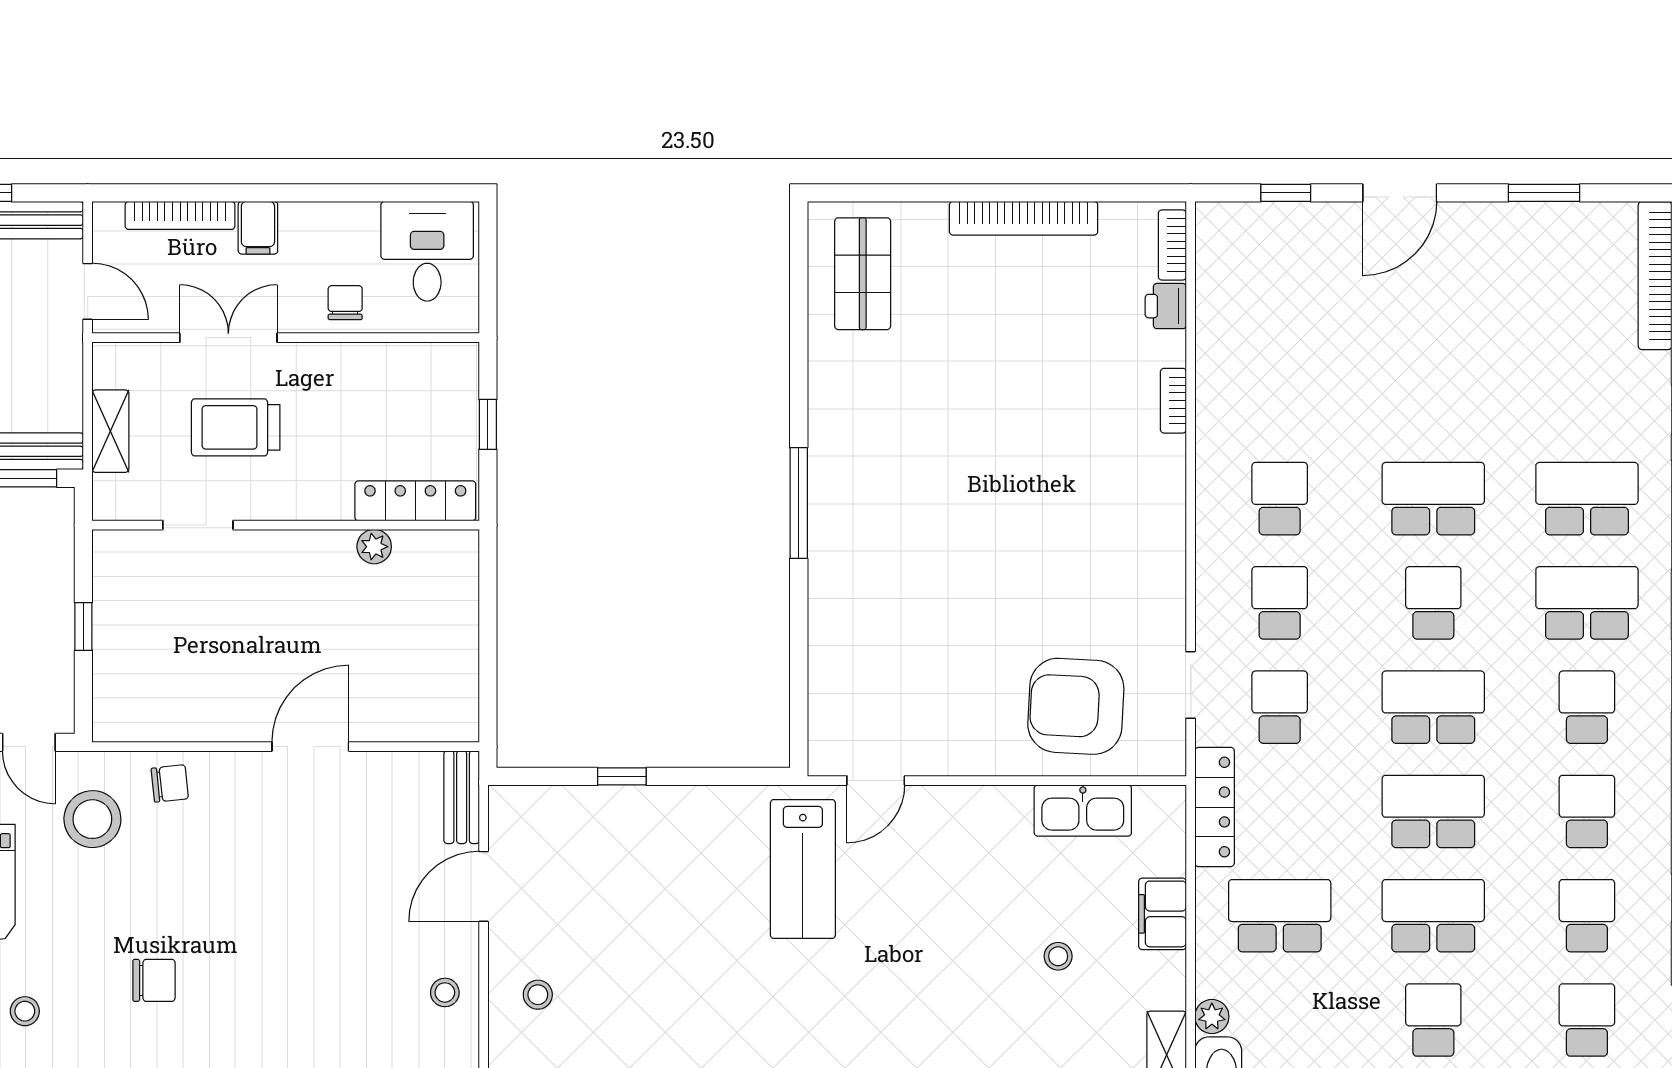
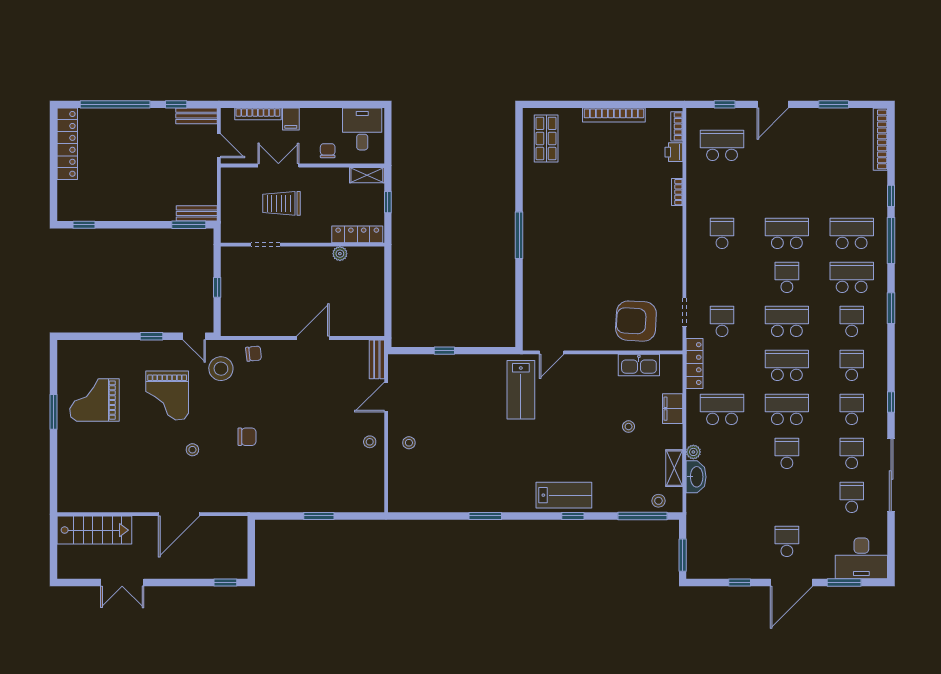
shelving: (110, 431) -> (367, 175), moved, turned 90
school desk: (1280, 603) -> (722, 145), moved, width x1.85

